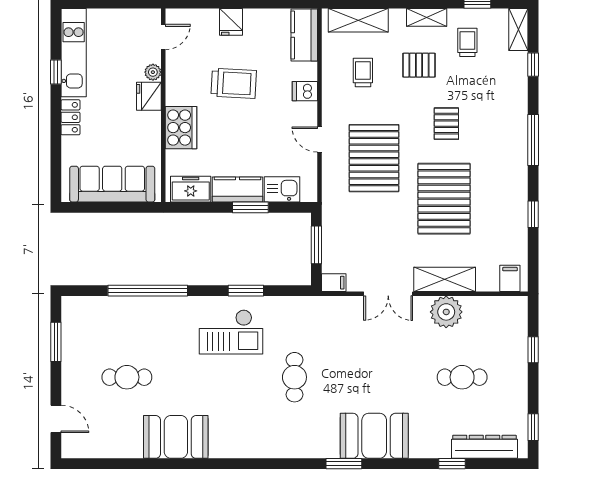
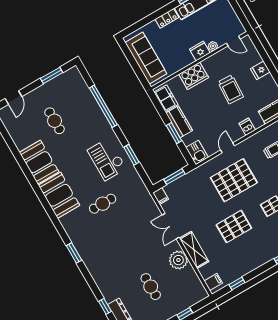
kitchen sink: (282, 189) -> (197, 152), moved
pallet: (444, 199) -> (234, 226), width x0.73, depth x0.71
window: (533, 214) -> (237, 284), moved
booth: (374, 436) -> (59, 195), moved

